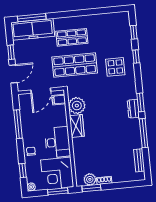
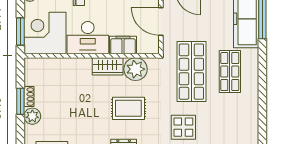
filing cabinet: (59, 100) -> (123, 45), moved, width x2.00
rug: (106, 108) -> (128, 108), added
plant: (90, 179) -> (32, 116), moved
window: (91, 188) -> (20, 101), moved

